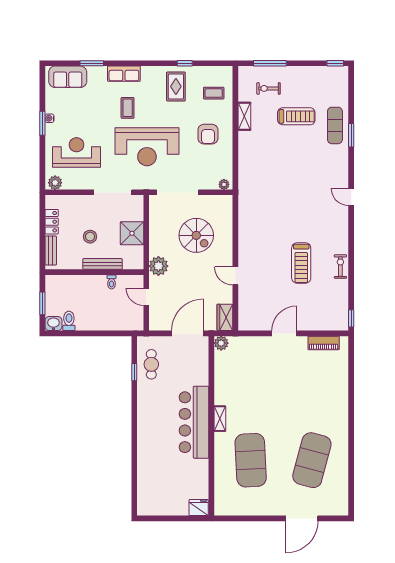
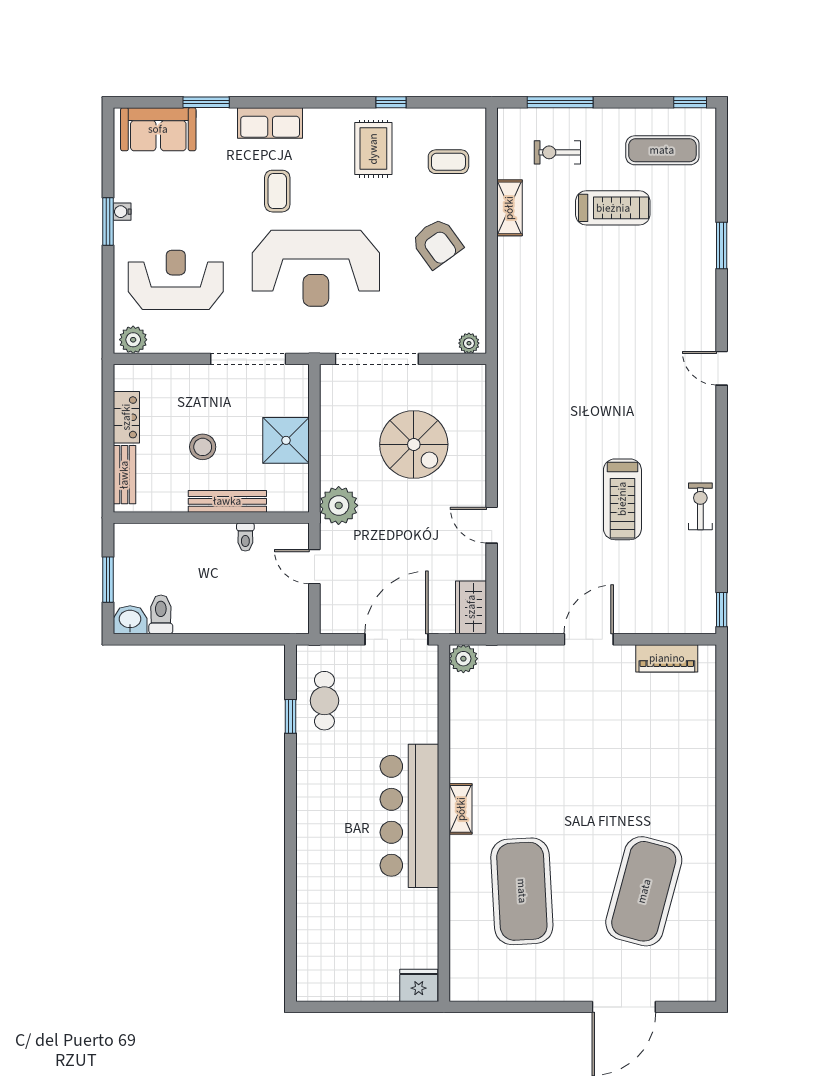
exercise mat: (335, 125) -> (662, 150), moved, turned 90
armchair: (208, 134) -> (437, 243), turned -36

